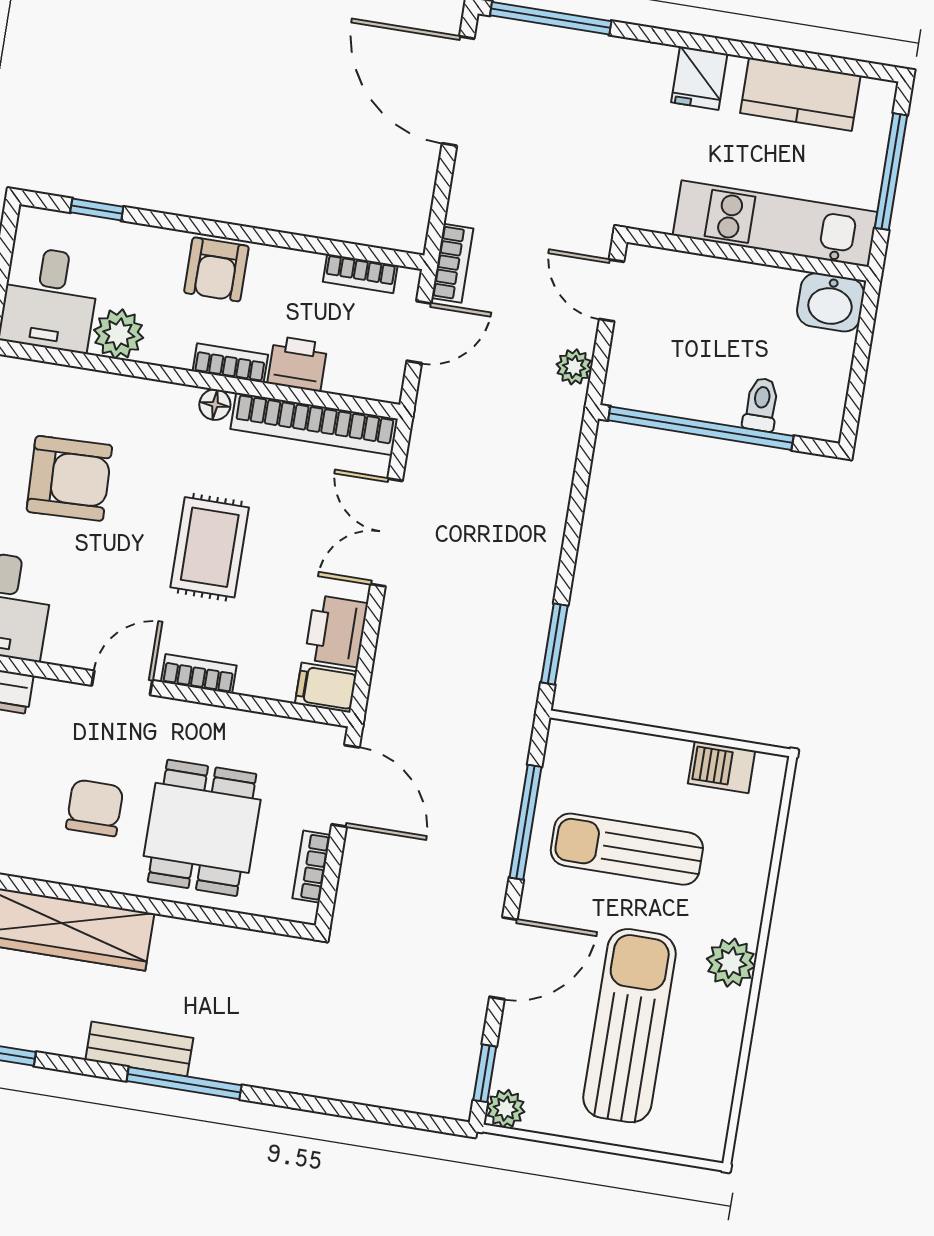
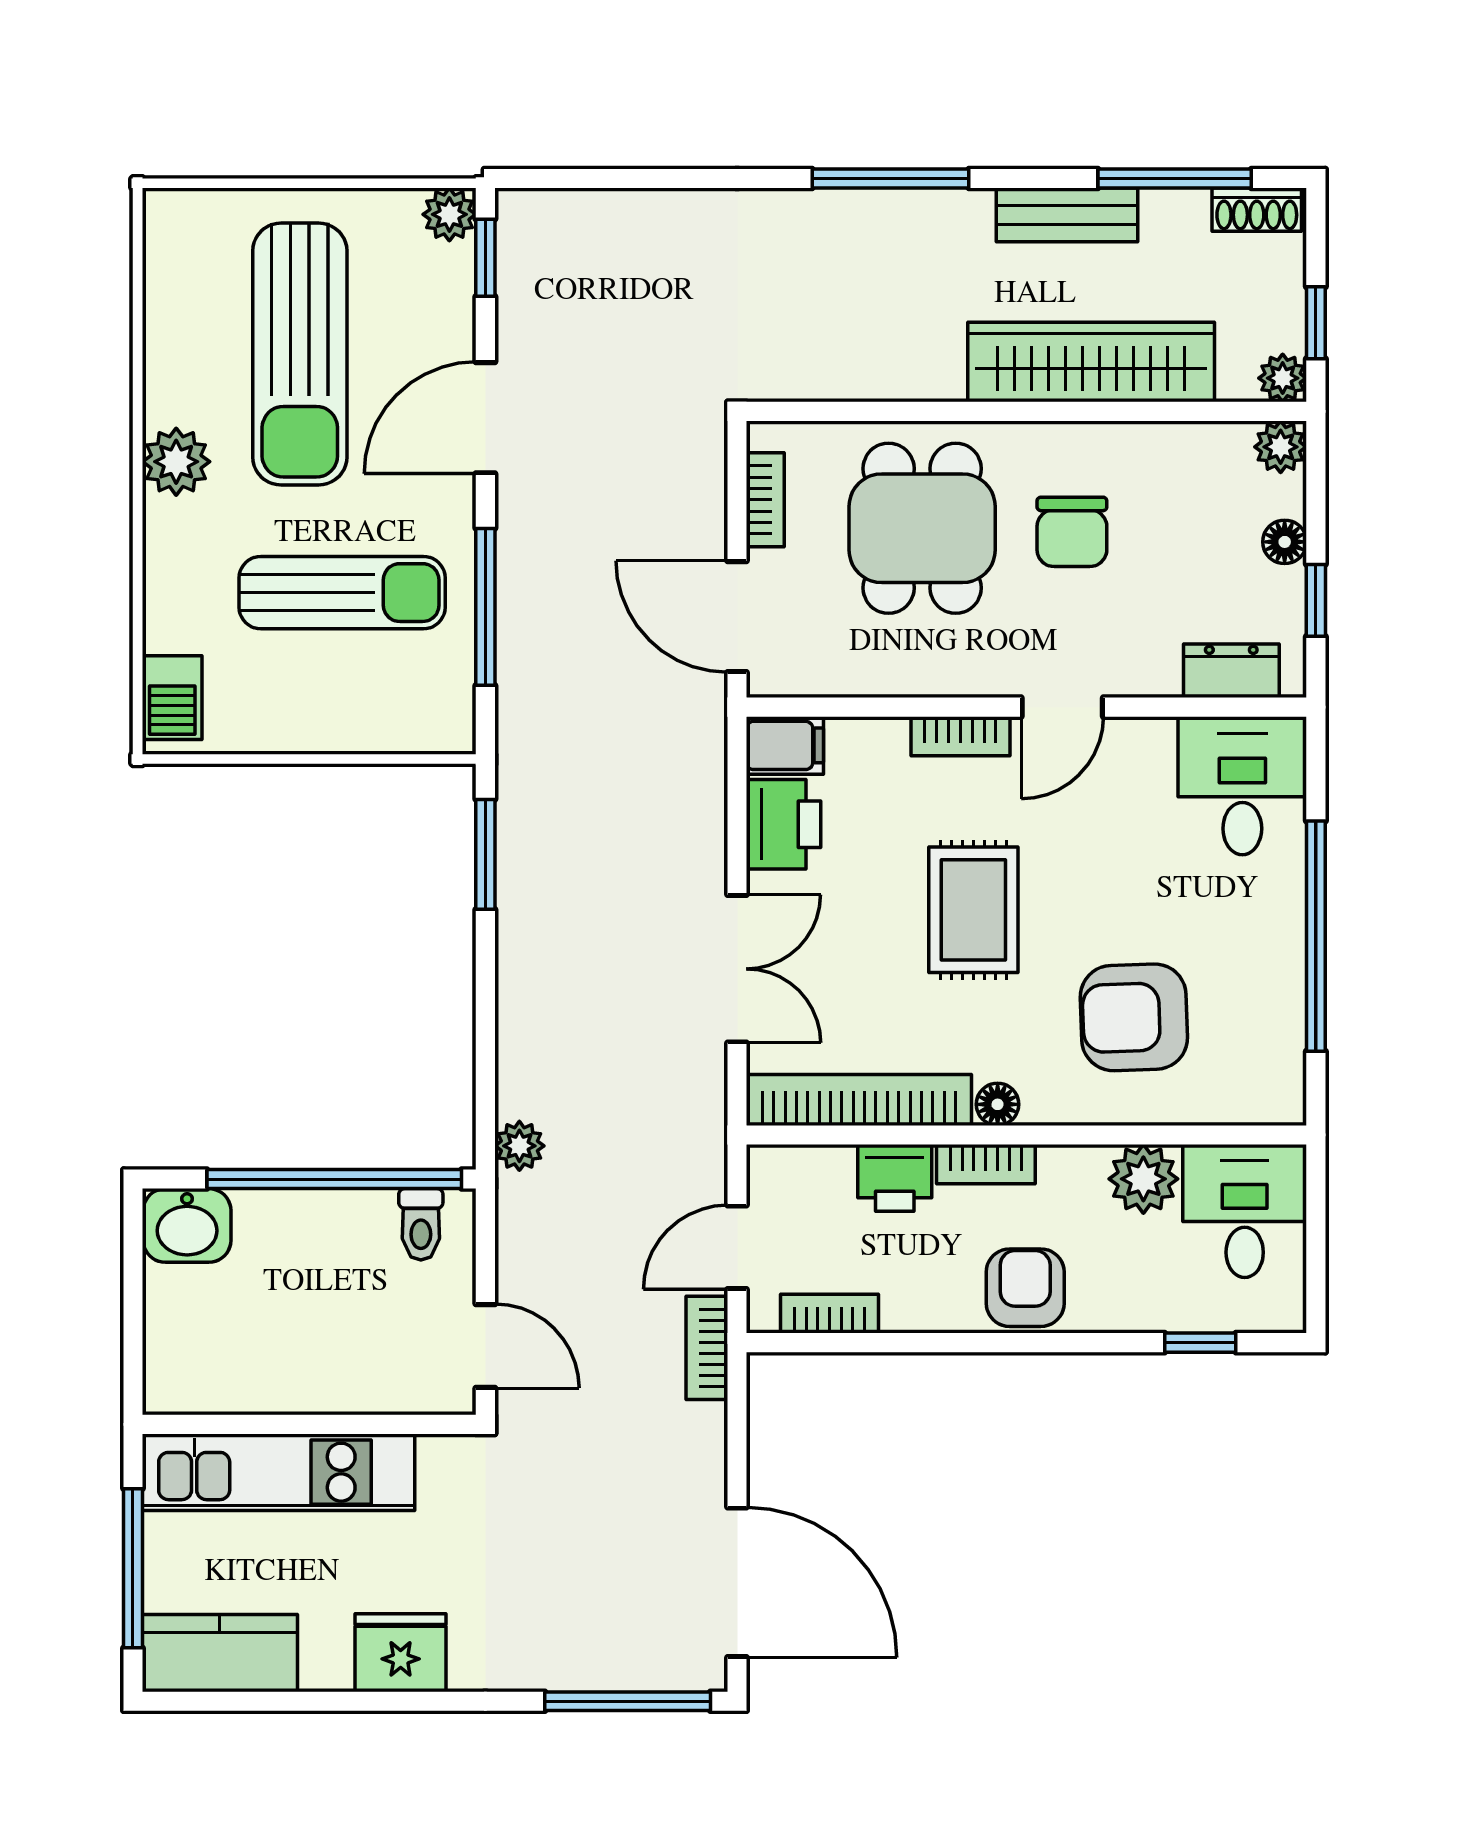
fridge: (699, 78) -> (401, 1653), width x1.38
kitchen counter: (800, 94) -> (220, 1653), moved
washbasin: (831, 302) -> (187, 1225), moved, turned 180
plant: (574, 367) -> (519, 1146), moved
toilet: (761, 405) -> (421, 1224), moved
armchair: (69, 478) -> (1134, 1017), moved
barbecue: (722, 767) -> (172, 698), moved, turned 90
bench: (139, 1049) -> (1067, 215), moved

